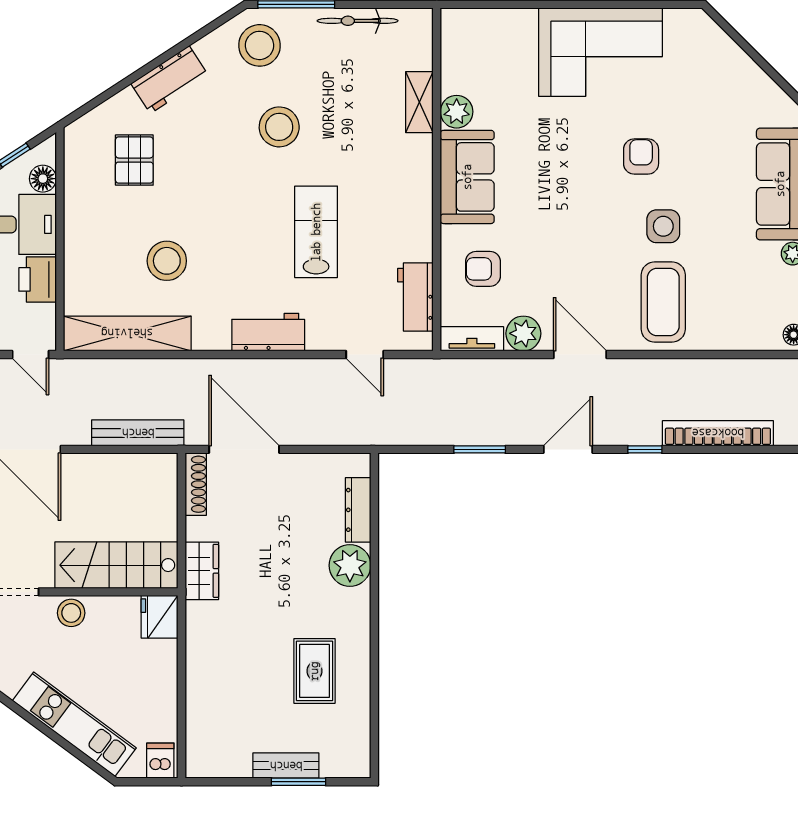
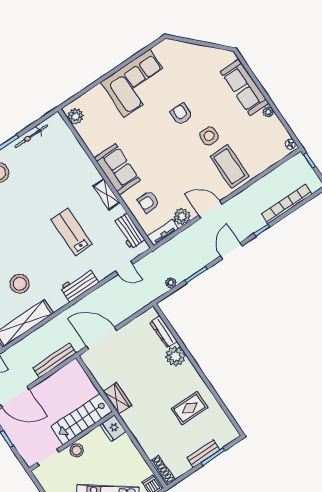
shelving: (419, 102) -> (106, 194), moved
plant: (457, 112) -> (76, 116), moved
stool: (279, 127) -> (29, 200), removed
plant: (427, 434) -> (171, 283), added
shoe rack: (196, 484) -> (162, 470), moved
rug: (314, 671) -> (190, 408), turned 90

